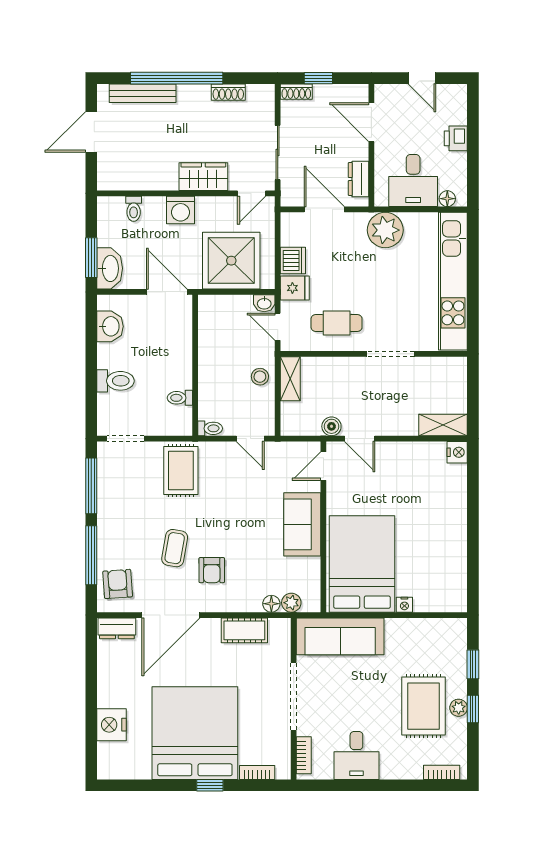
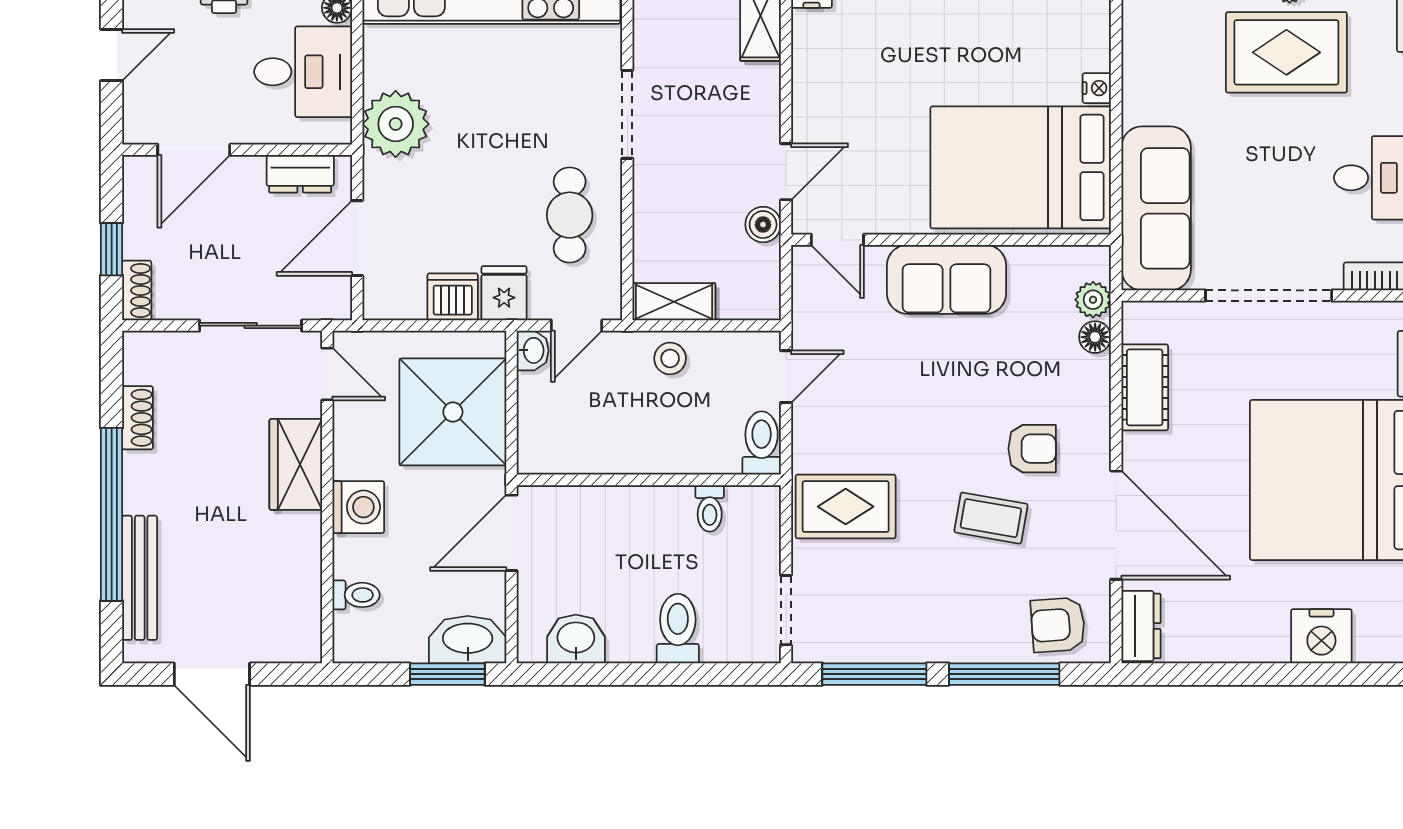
toilet: (210, 428) -> (762, 443), width x1.37, depth x1.39

